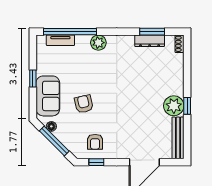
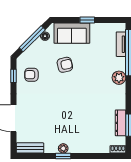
plant: (174, 106) -> (63, 148), width x0.53, depth x0.53
bench: (178, 138) -> (30, 148), width x0.73

